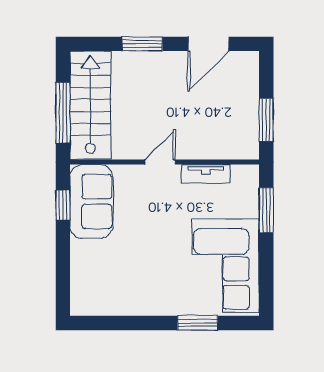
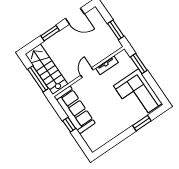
door: (208, 44) -> (75, 16), hinge flipped
sofa: (91, 201) -> (75, 110), width x1.36
window: (63, 205) -> (69, 125), moved

